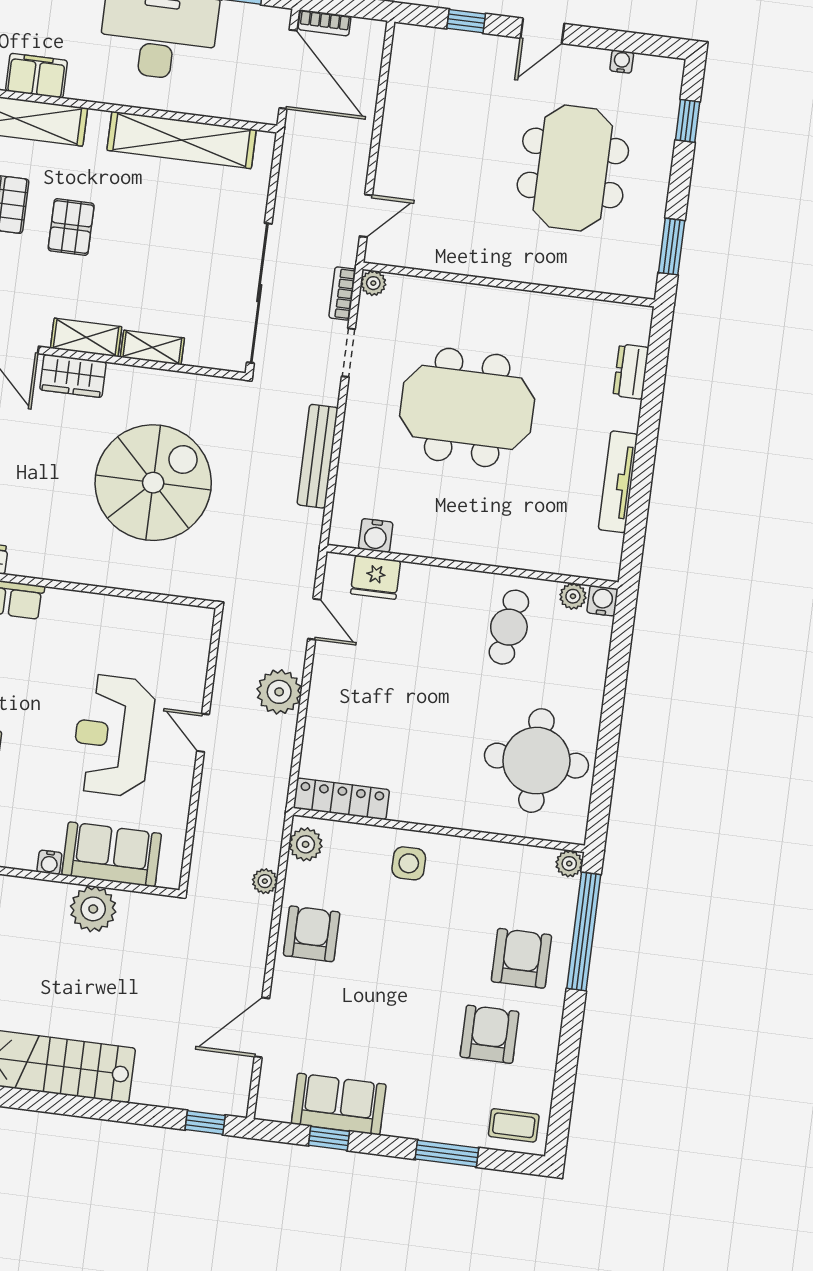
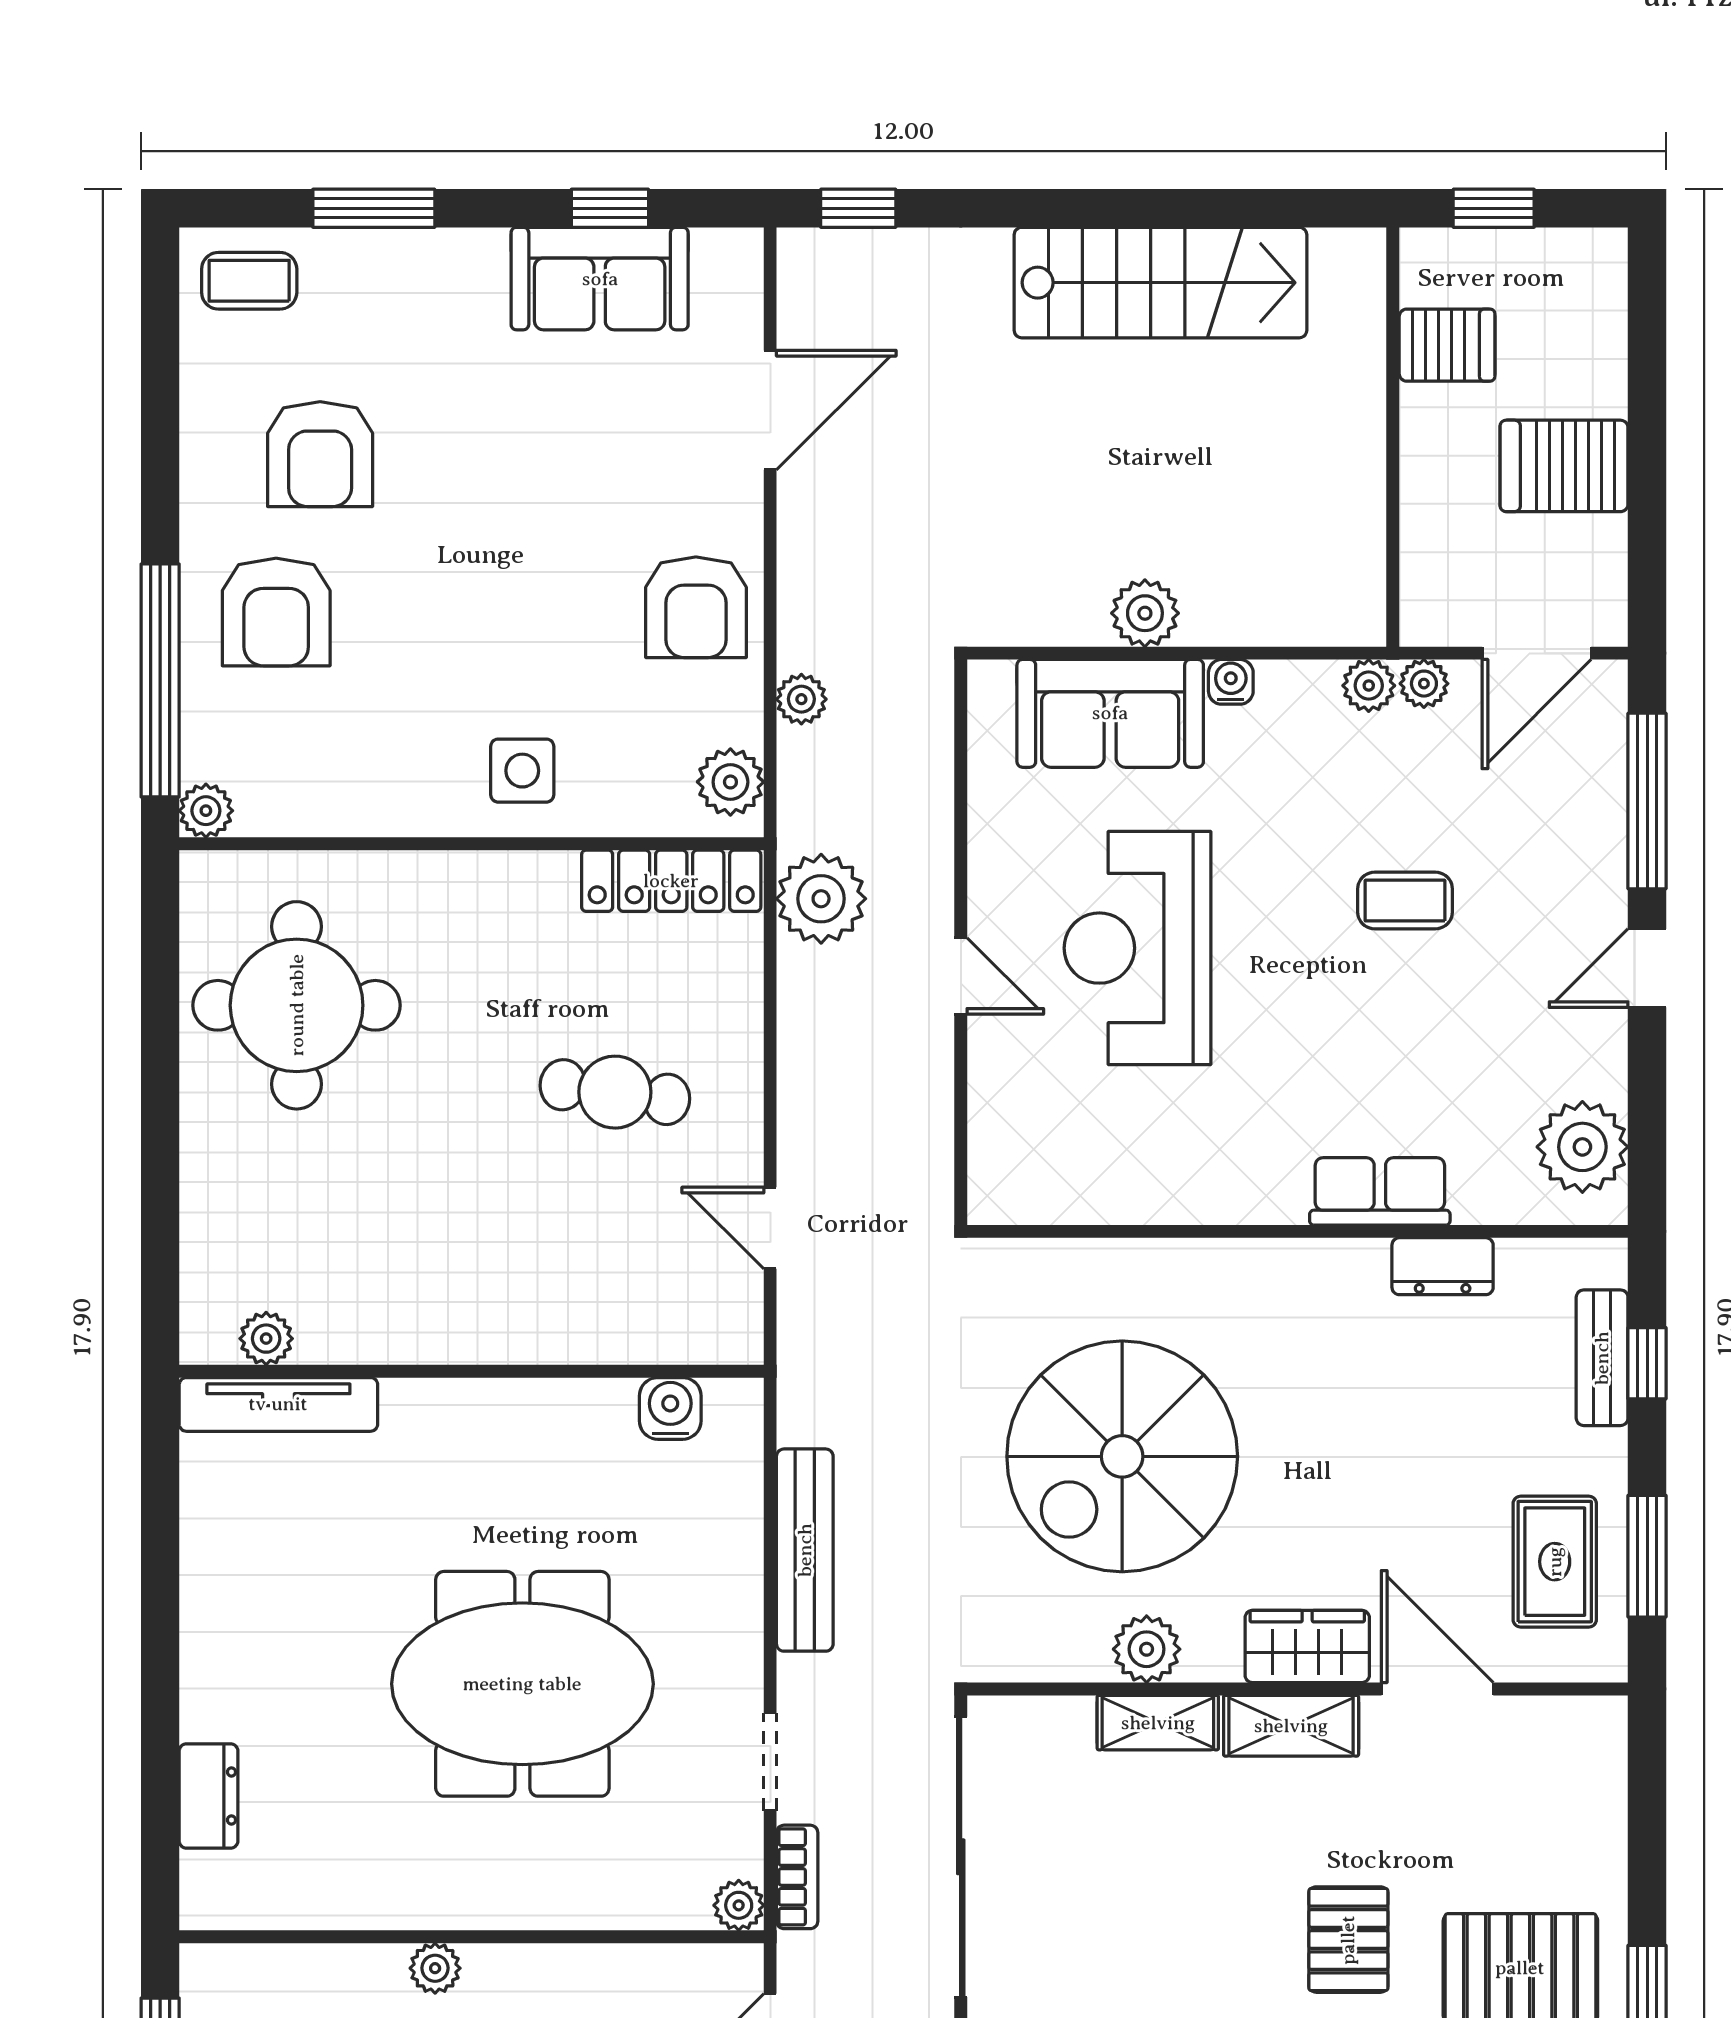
plant: (529, 271) -> (435, 1968), added
plant: (153, 385) -> (1147, 1649), added
tv unit: (618, 482) -> (278, 1404), moved, turned 90
fridge: (376, 577) -> (660, 1326), removed
water cooler: (602, 601) -> (207, 1337), removed
cafe table: (509, 627) -> (615, 1092), moved, turned 90
plant: (279, 692) -> (821, 899), moved
reception desk: (113, 735) -> (1137, 948), turned 180
plant: (93, 909) -> (1145, 613), width x0.73, depth x0.73

